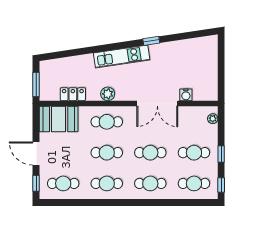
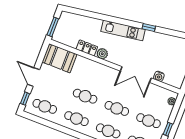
locker: (73, 94) -> (87, 48), moved
cafe table: (107, 122) -> (94, 74), removed

